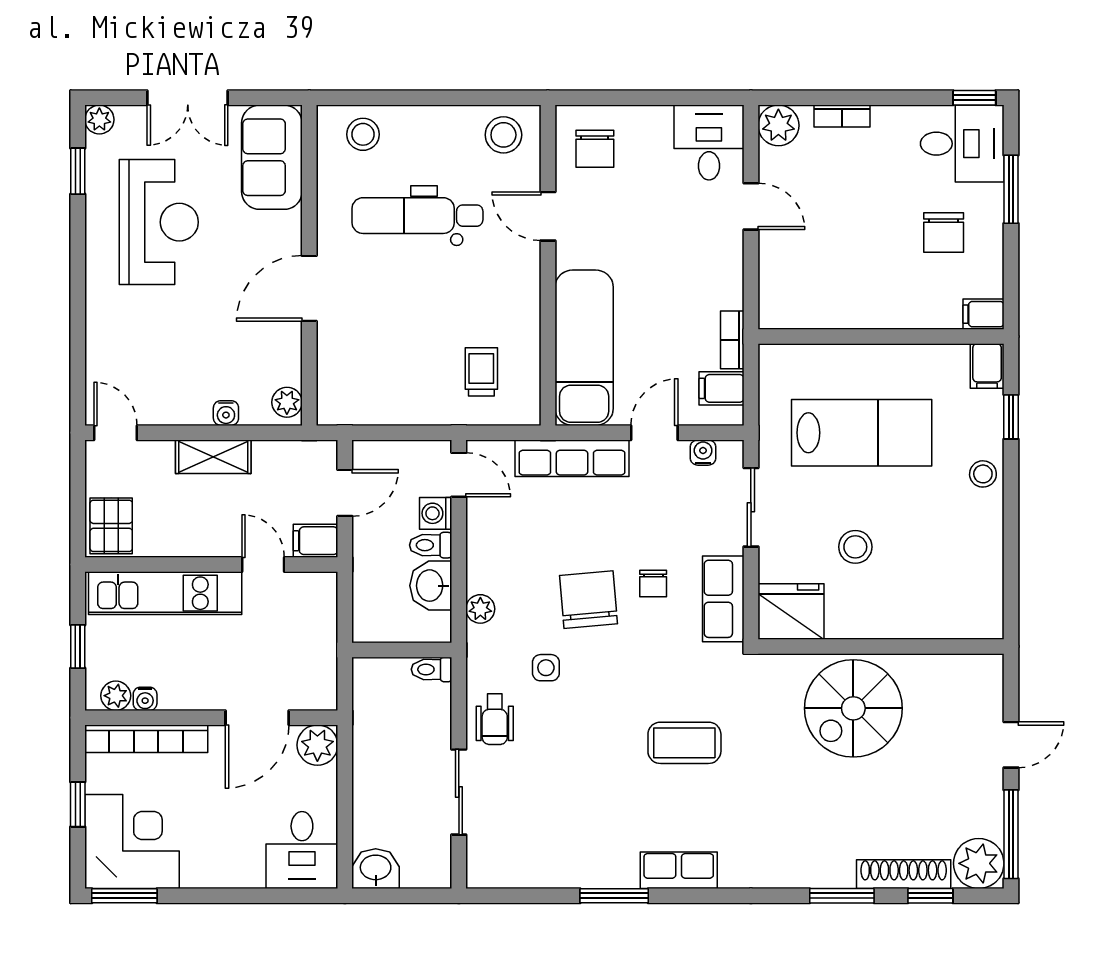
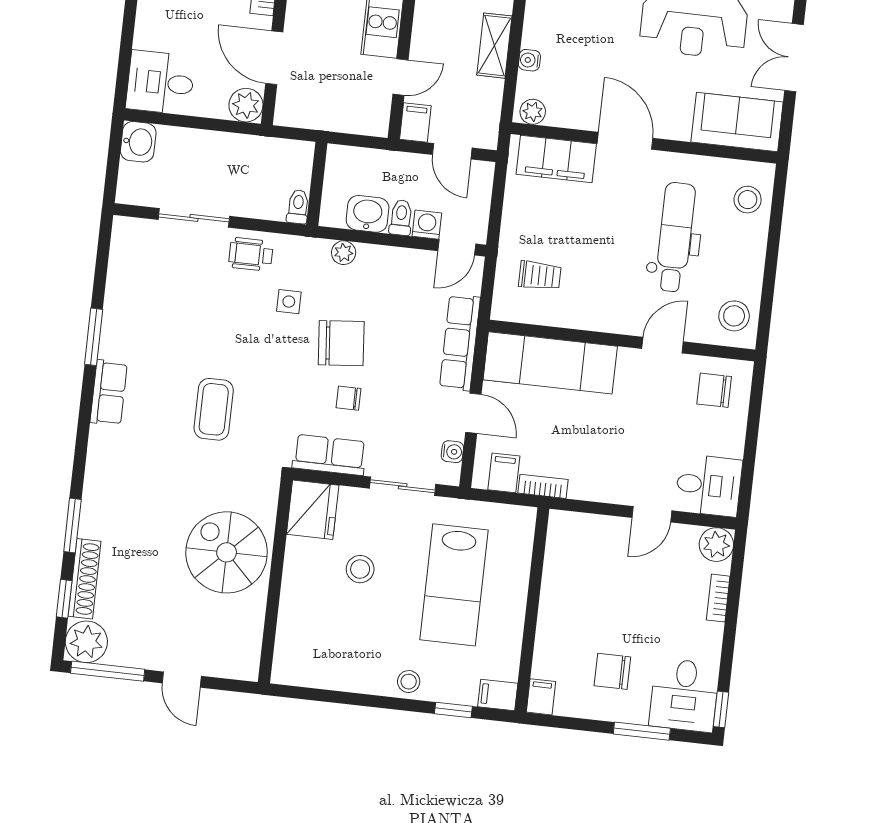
filing cabinet: (340, 368) -> (556, 159), added

